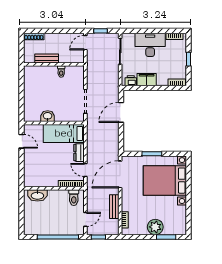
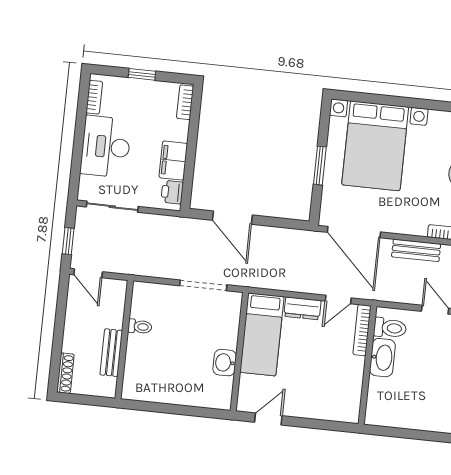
washbasin: (37, 195) -> (382, 358), moved

